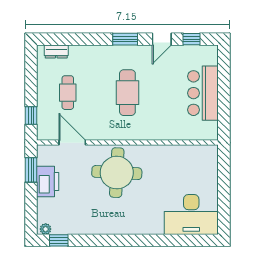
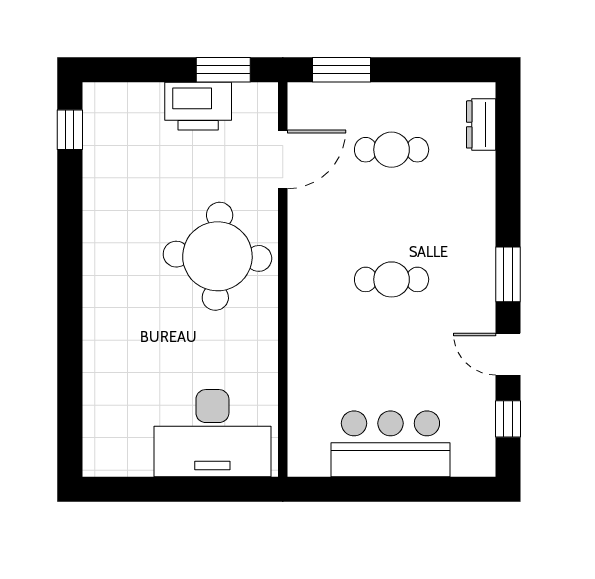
cafe table: (127, 93) -> (392, 279), width x0.73, depth x0.74
window: (31, 116) -> (342, 70), width x1.50
desk: (191, 215) -> (212, 433), moved, turned -90
plant: (46, 229) -> (95, 101), removed

